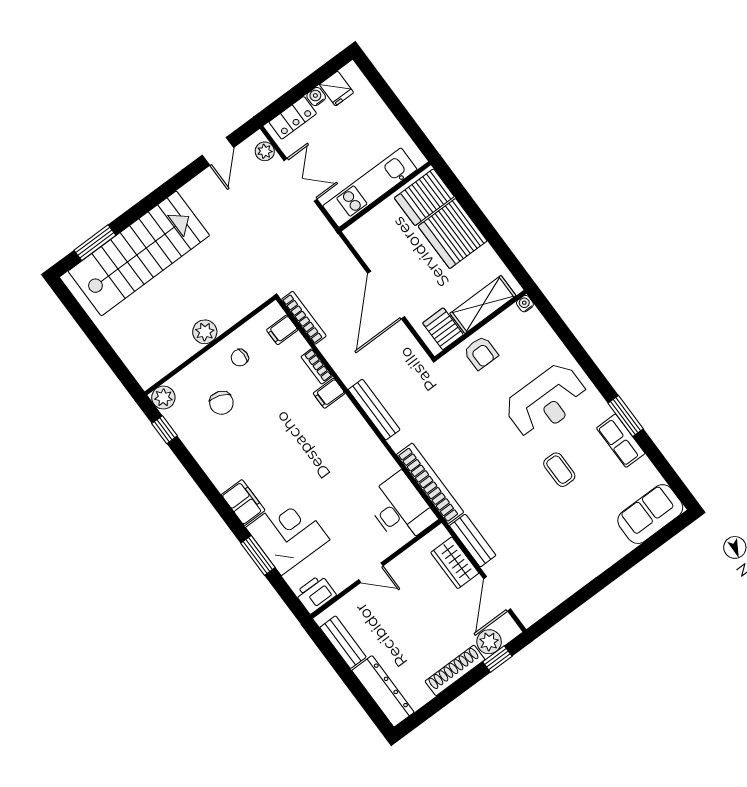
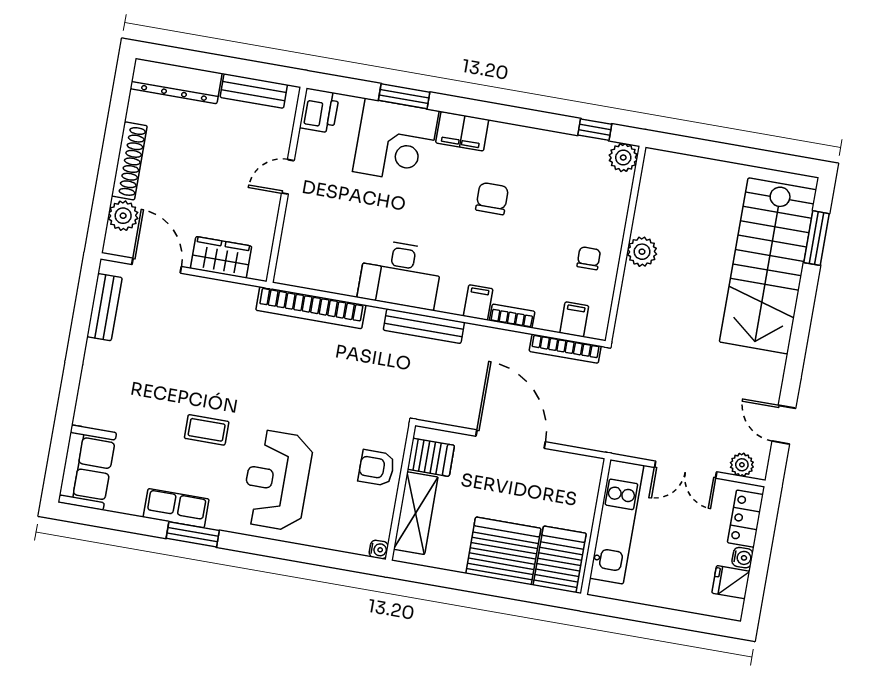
chair: (221, 403) -> (492, 199), moved, turned 70
desk: (400, 509) -> (400, 274), moved
bench: (473, 541) -> (104, 307), moved, turned 90
window: (497, 659) -> (101, 207), removed

